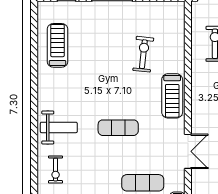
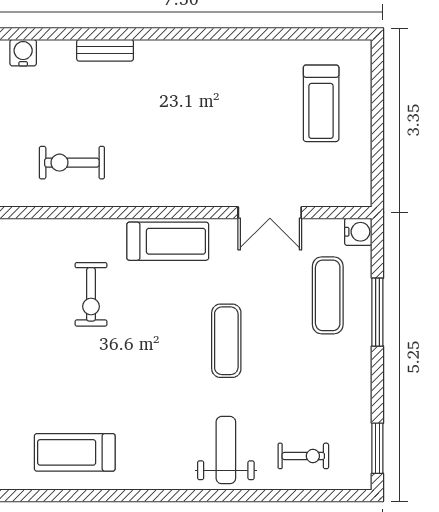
exercise bike: (143, 54) -> (91, 294), turned -96
double door: (188, 151) -> (270, 213), swing flipped

